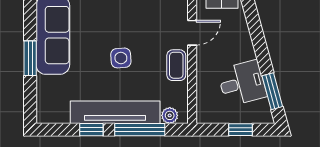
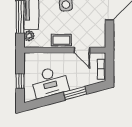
desk: (242, 83) -> (50, 82), width x1.37
window: (272, 91) -> (75, 93), moved

